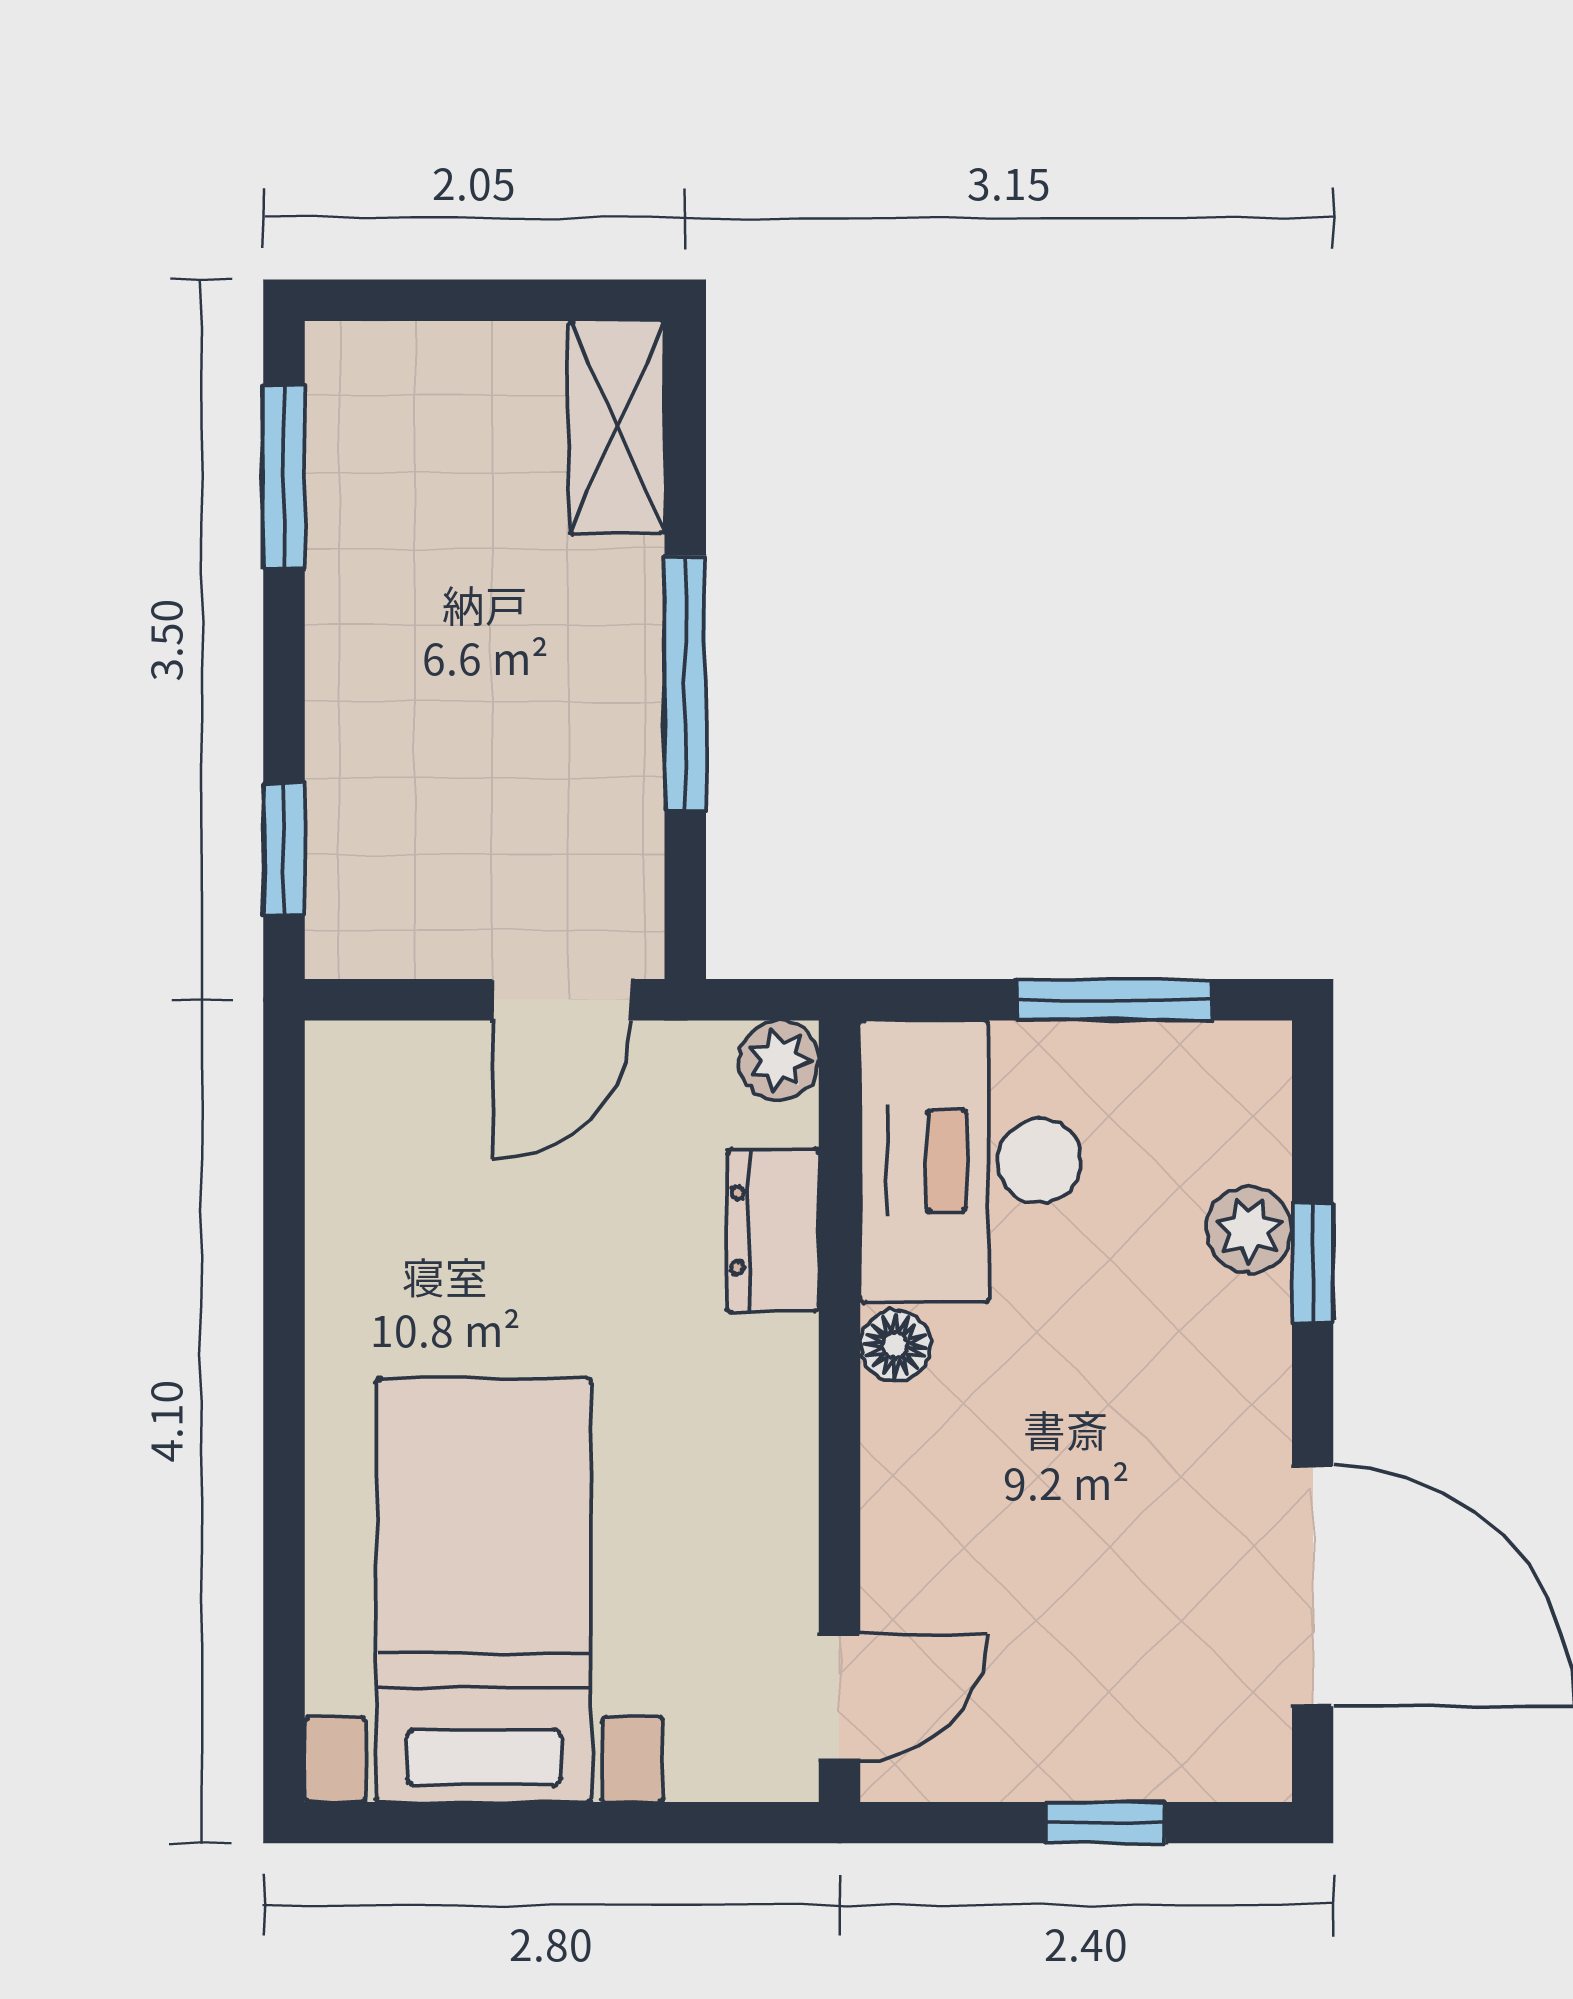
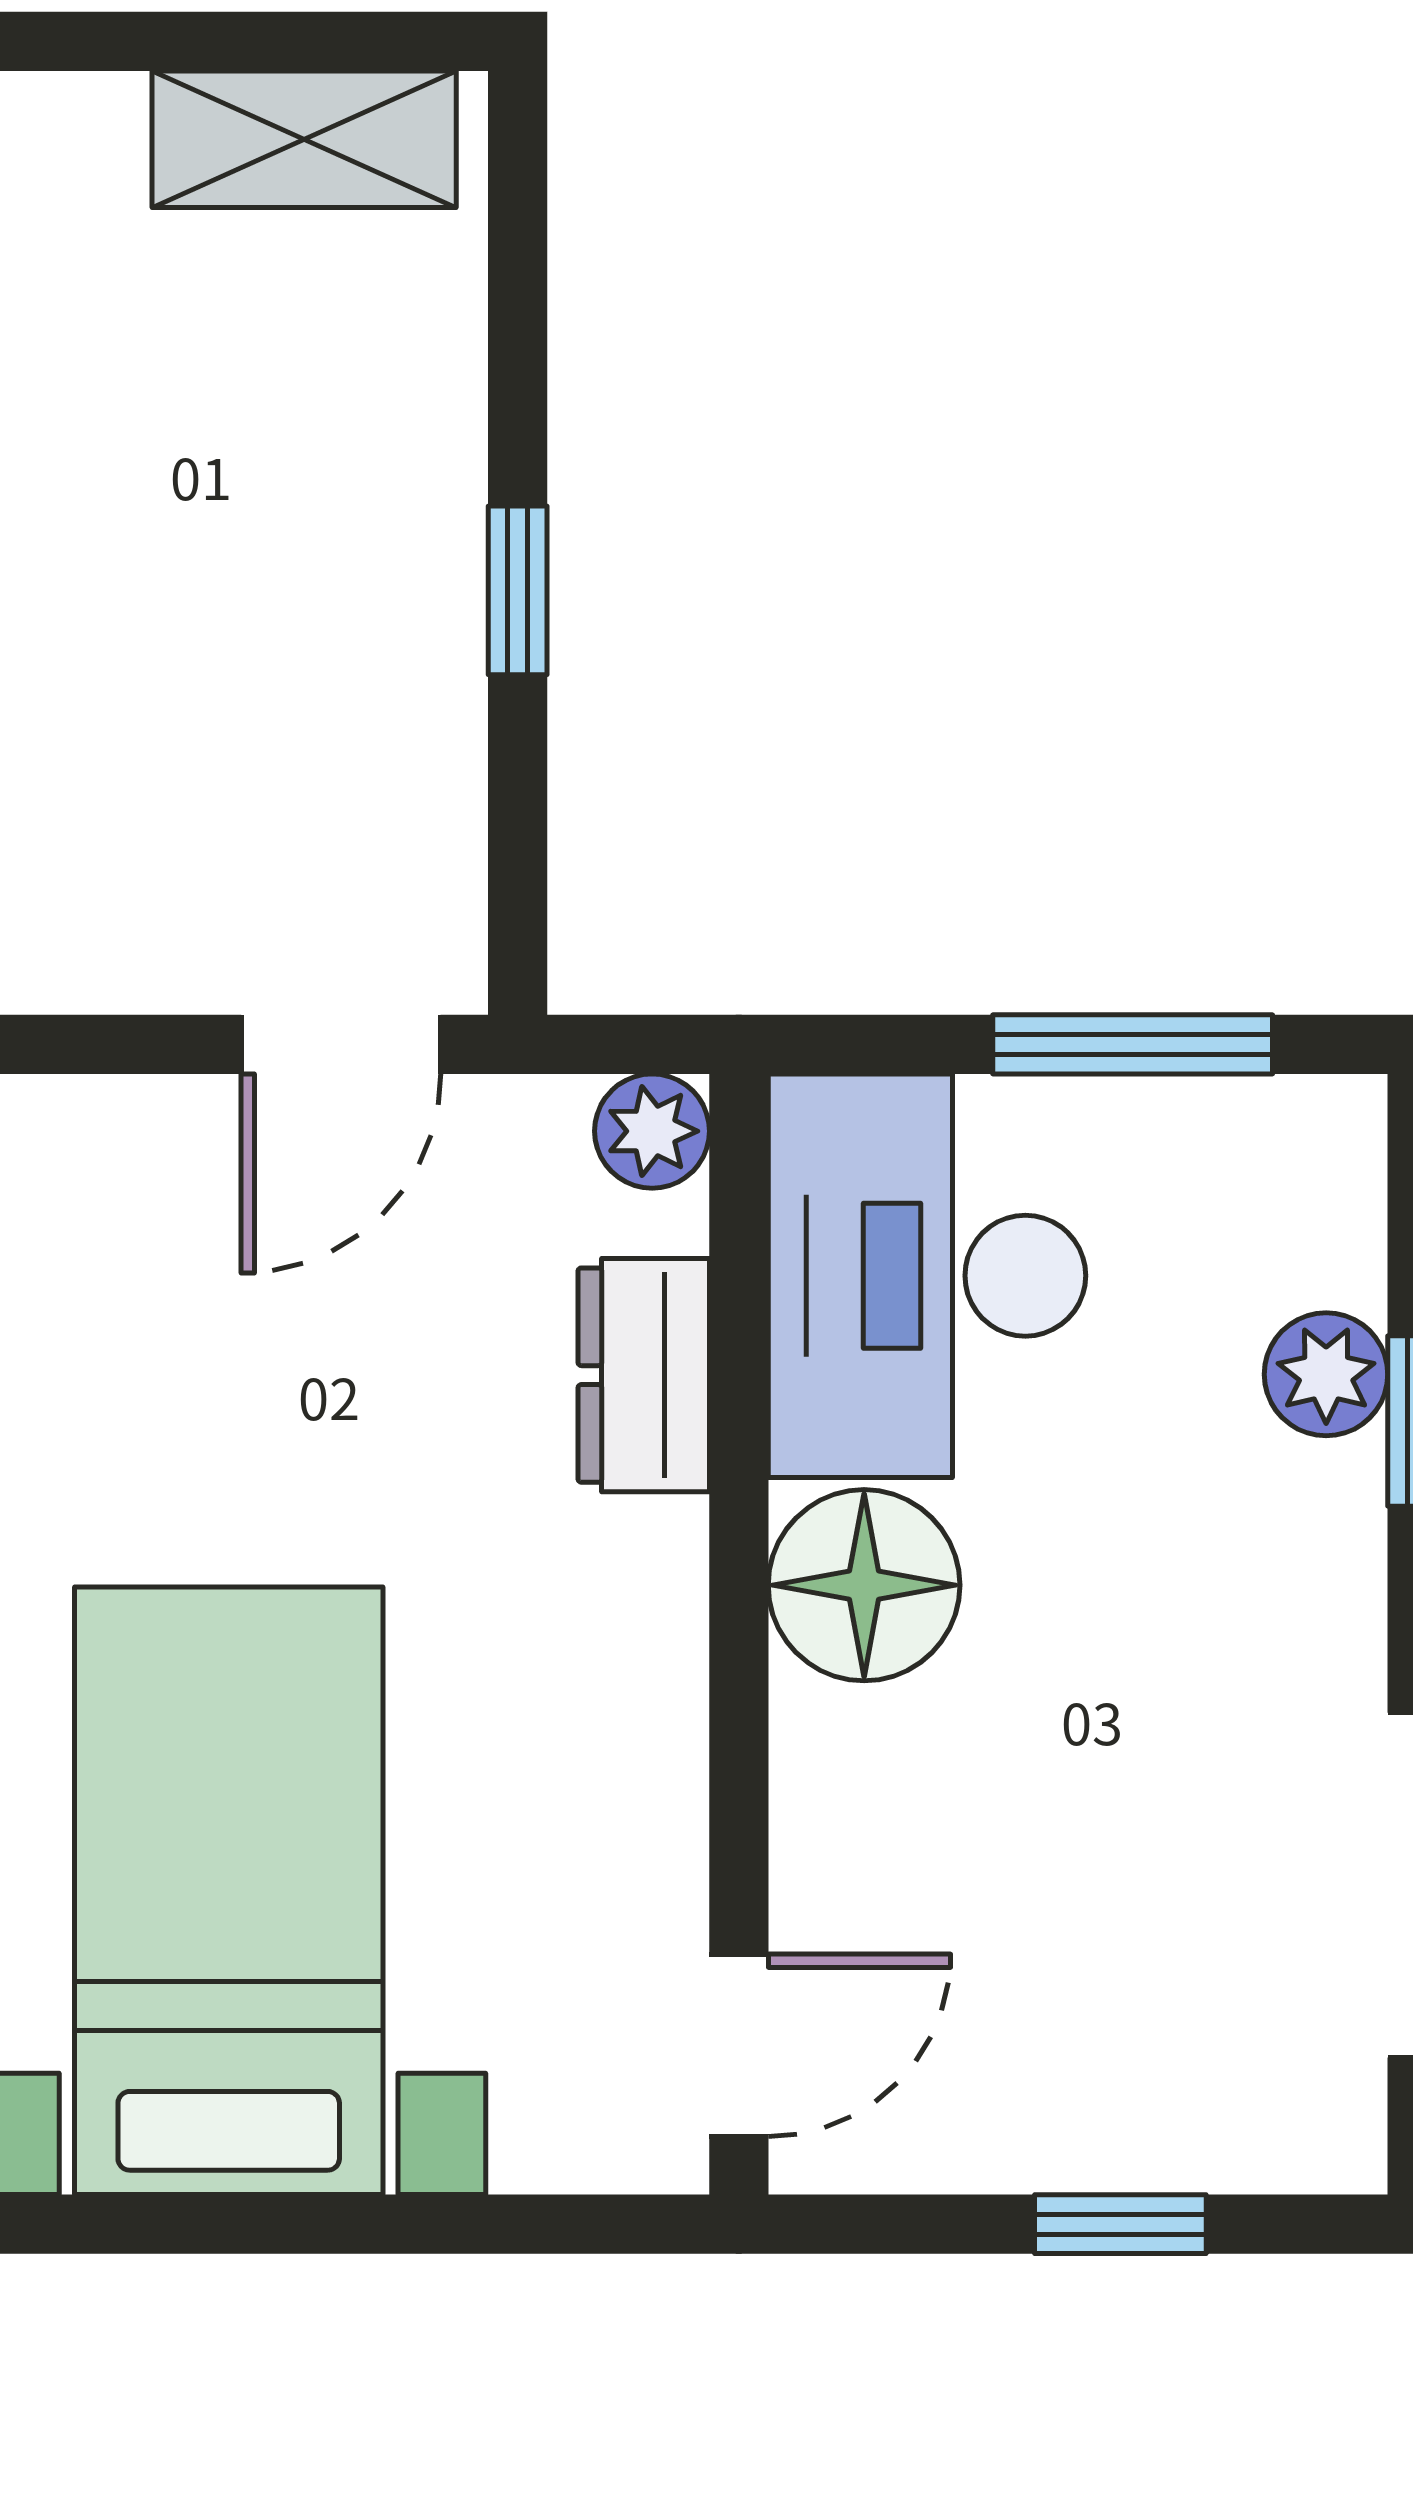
shelving: (617, 427) -> (304, 139), moved, turned 90
window: (685, 683) -> (518, 590), width x0.46
floor lamp: (895, 1346) -> (864, 1585), width x1.89, depth x1.89

